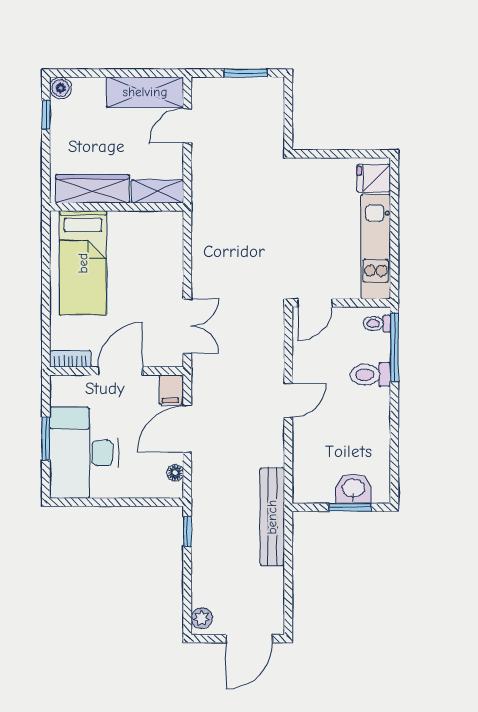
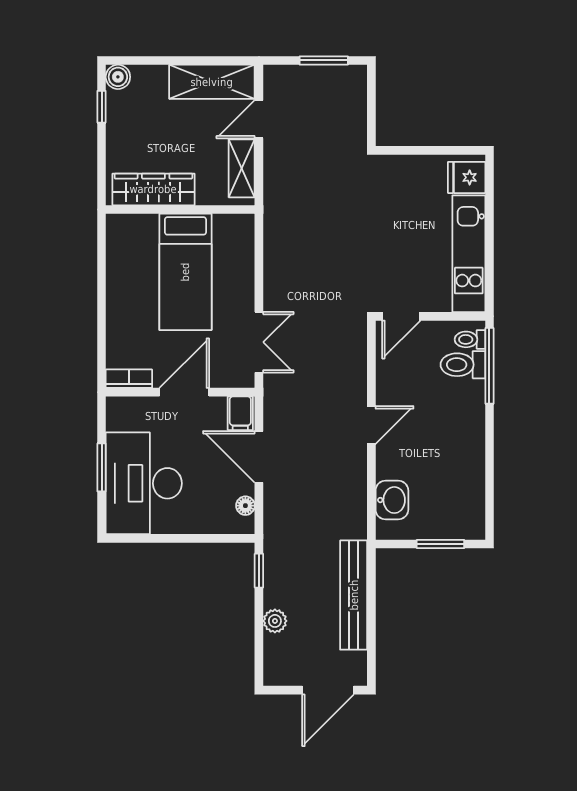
shelving: (157, 191) -> (242, 168), moved, turned 90
bed: (83, 263) -> (185, 272), moved
toilet: (370, 375) -> (463, 365), moved
door: (187, 429) -> (259, 457), hinge flipped
washbasin: (353, 489) -> (392, 500), moved, turned 90
bench: (272, 517) -> (354, 595), moved
plant: (202, 618) -> (275, 621), moved

